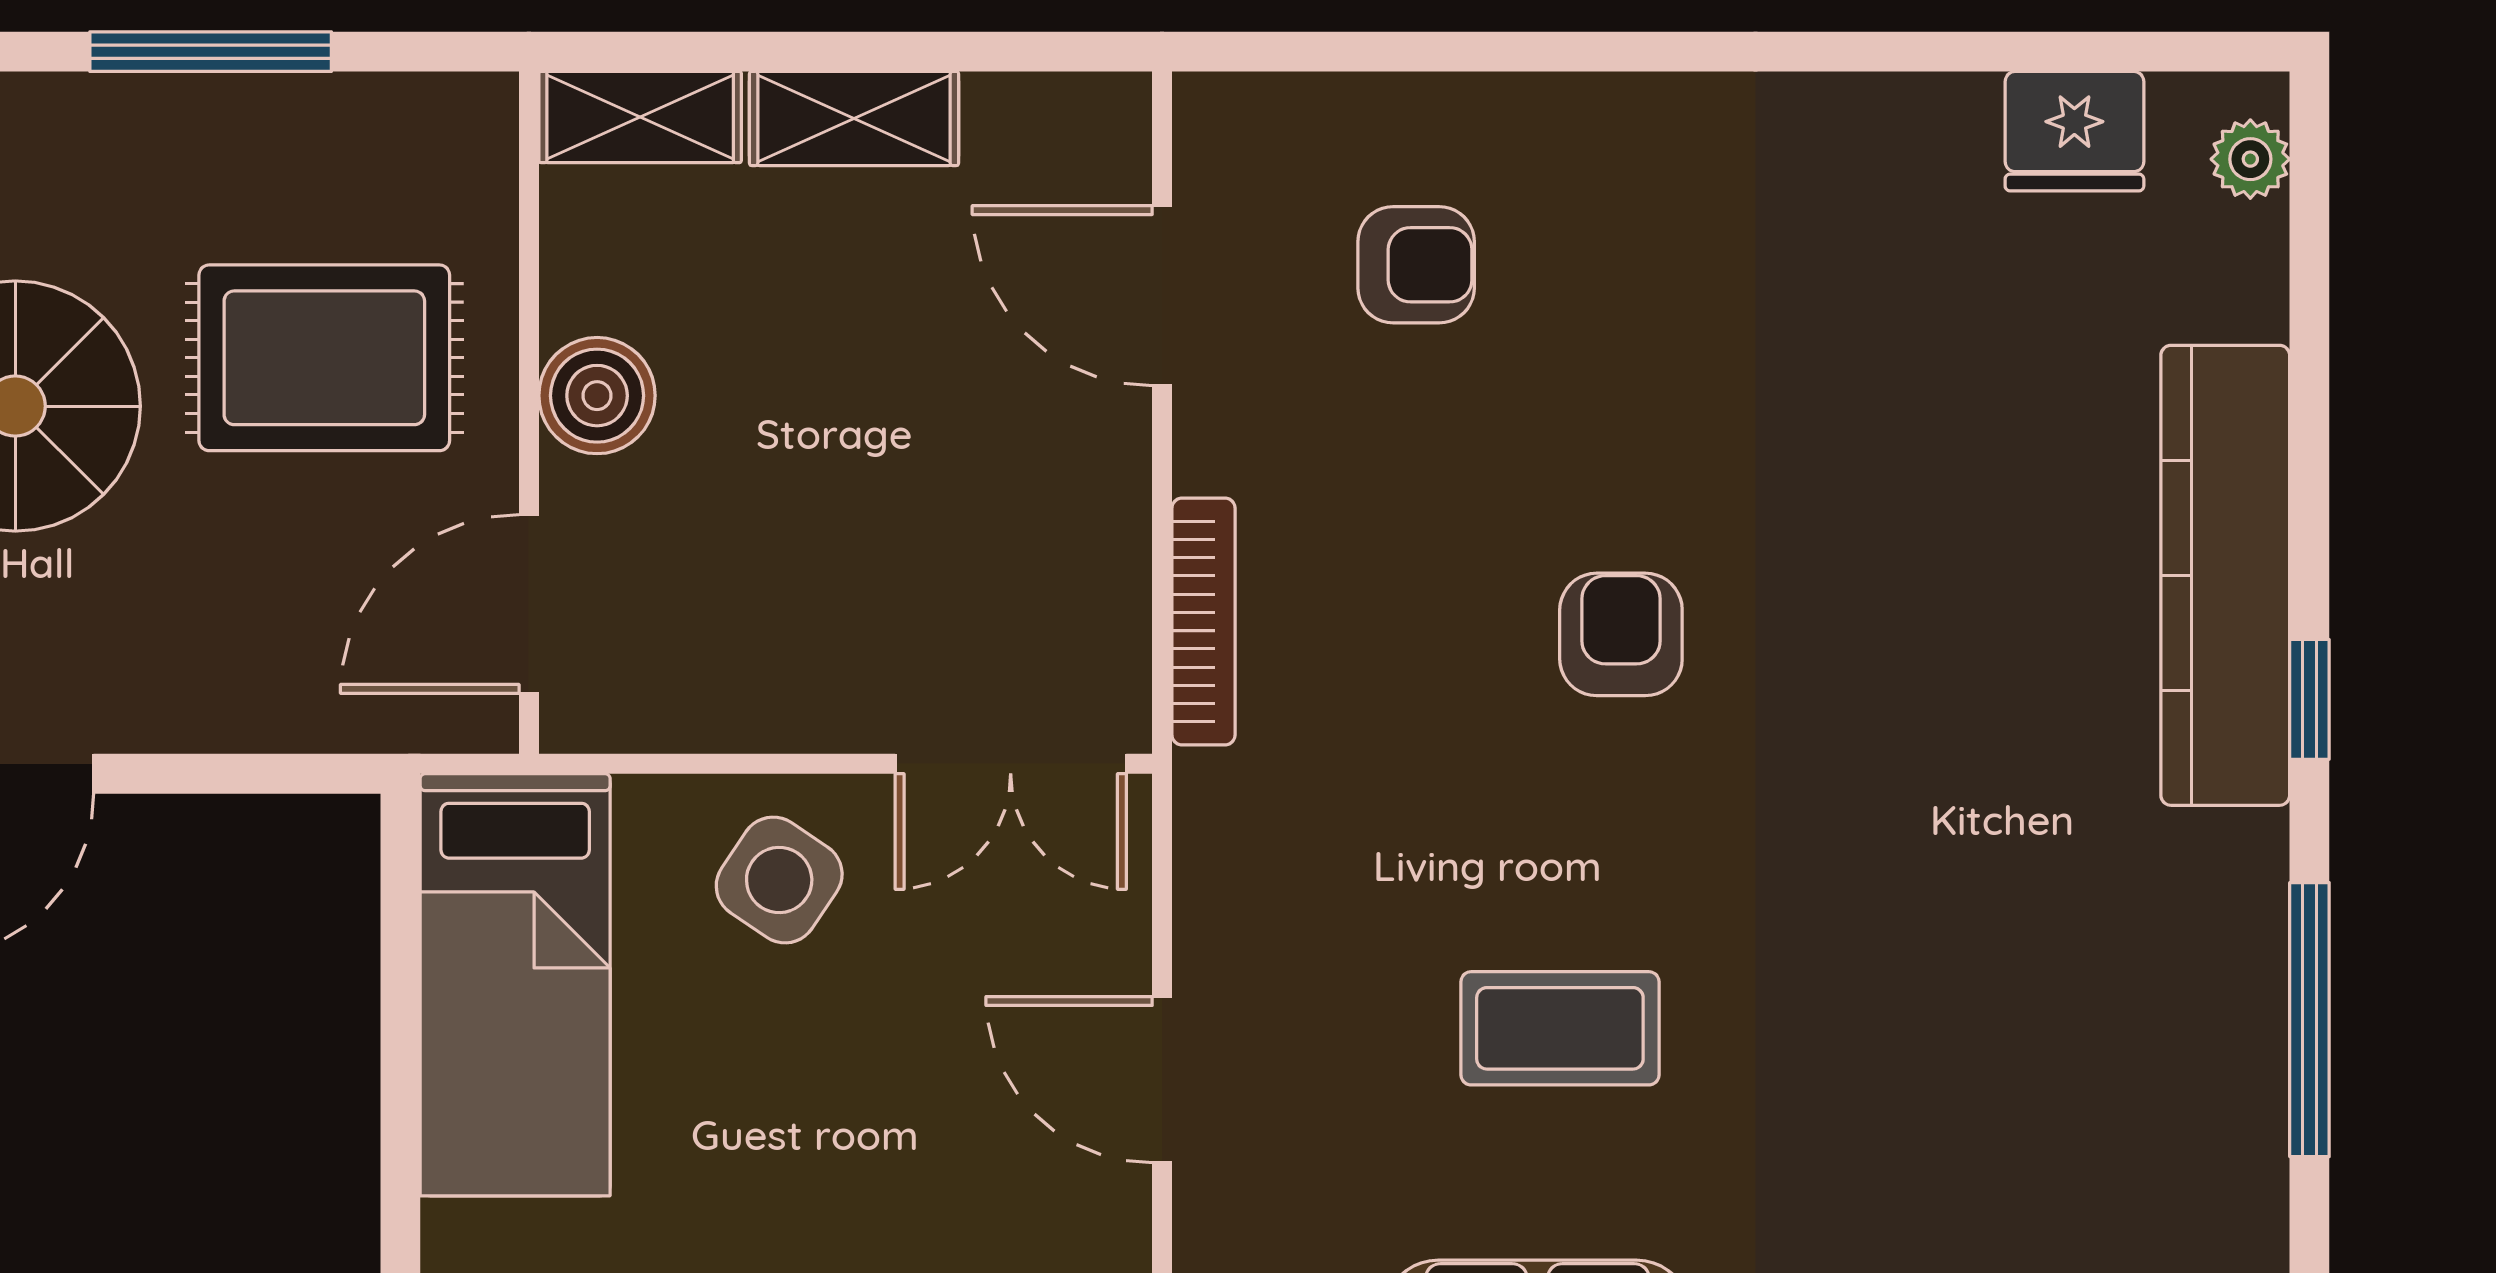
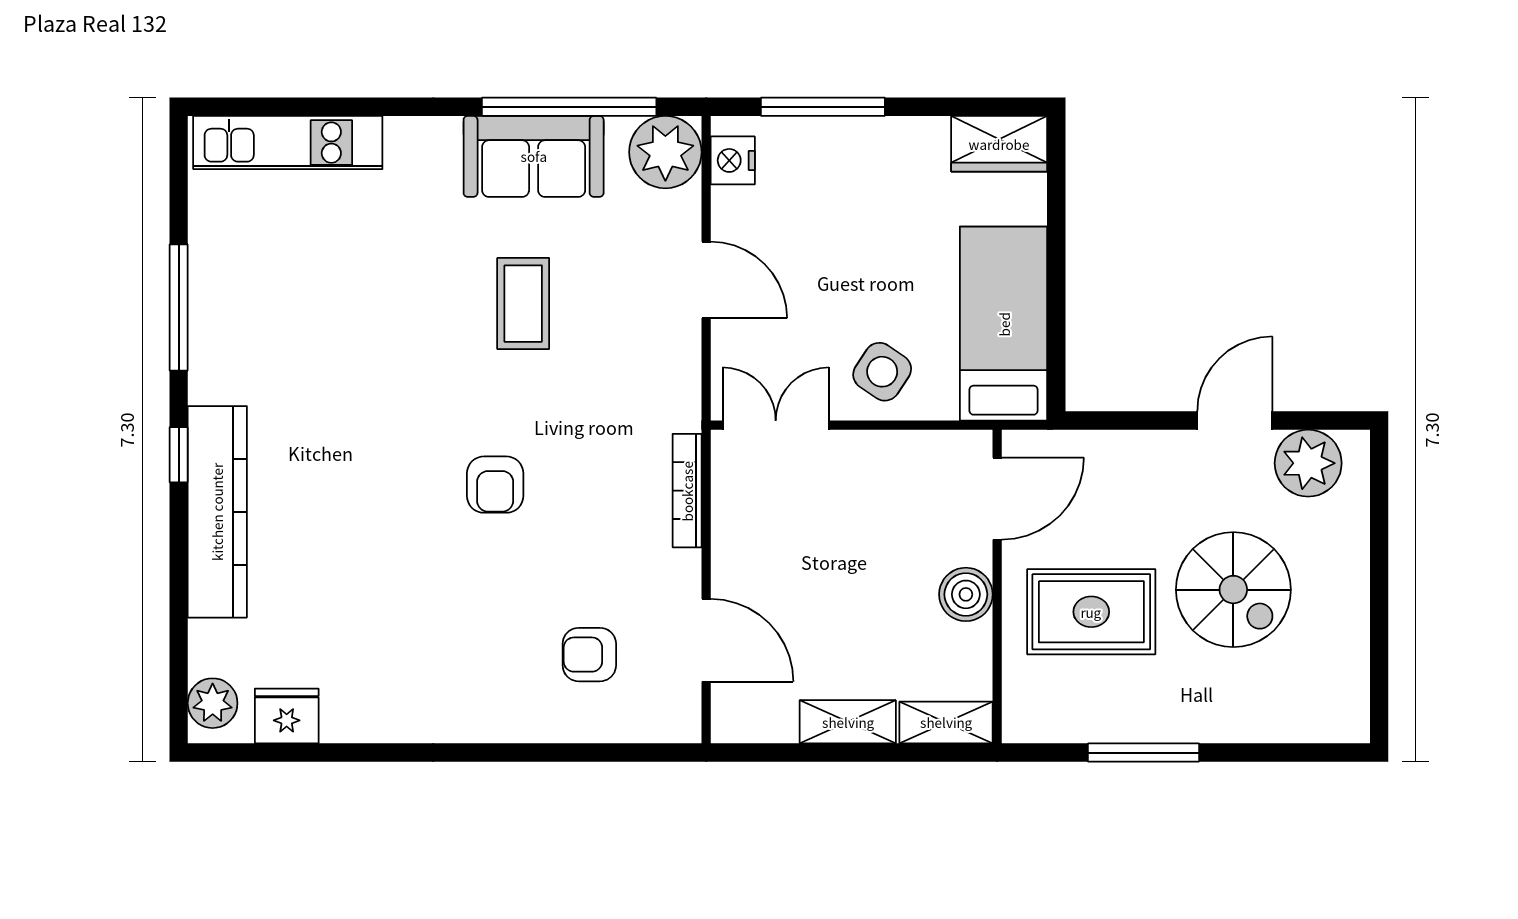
plant: (2250, 159) -> (213, 703), width x1.38, depth x1.38
coffee table: (1560, 1028) -> (523, 304), turned 90

